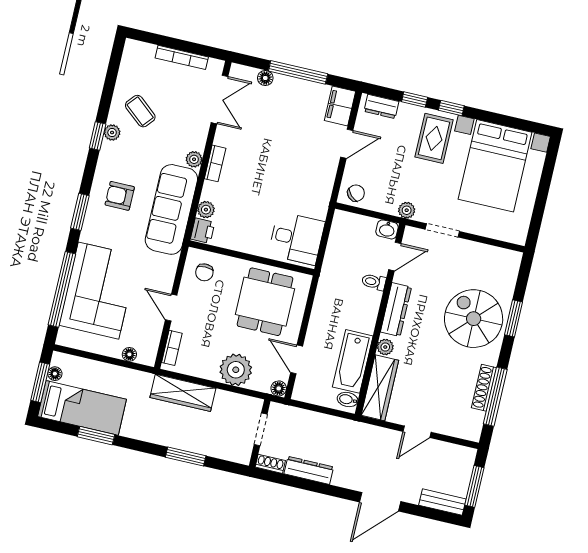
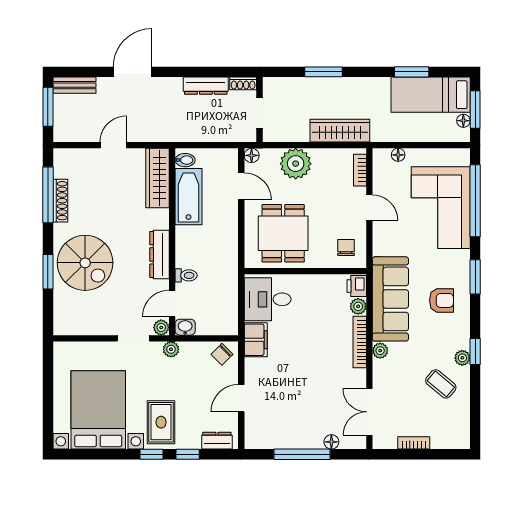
bookcase: (182, 57) -> (414, 443), width x0.64
filing cabinet: (340, 106) -> (256, 340), moved
bookcase: (215, 163) -> (360, 342), width x1.56
plant: (385, 347) -> (161, 327), moved

